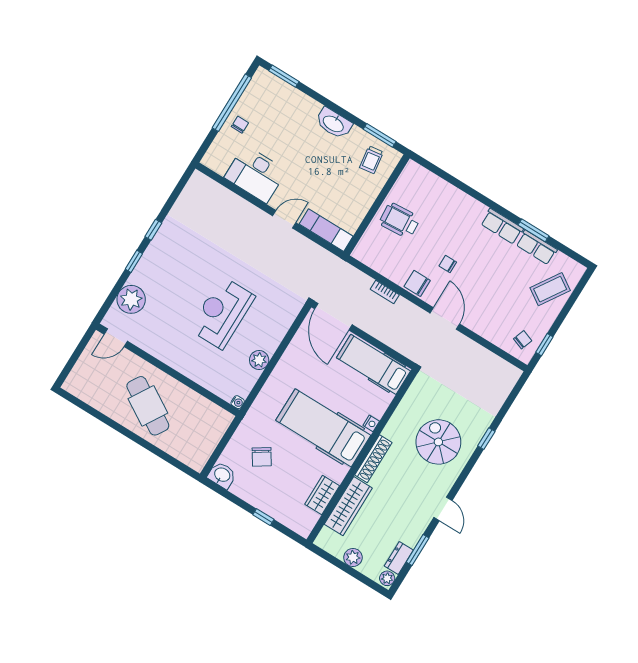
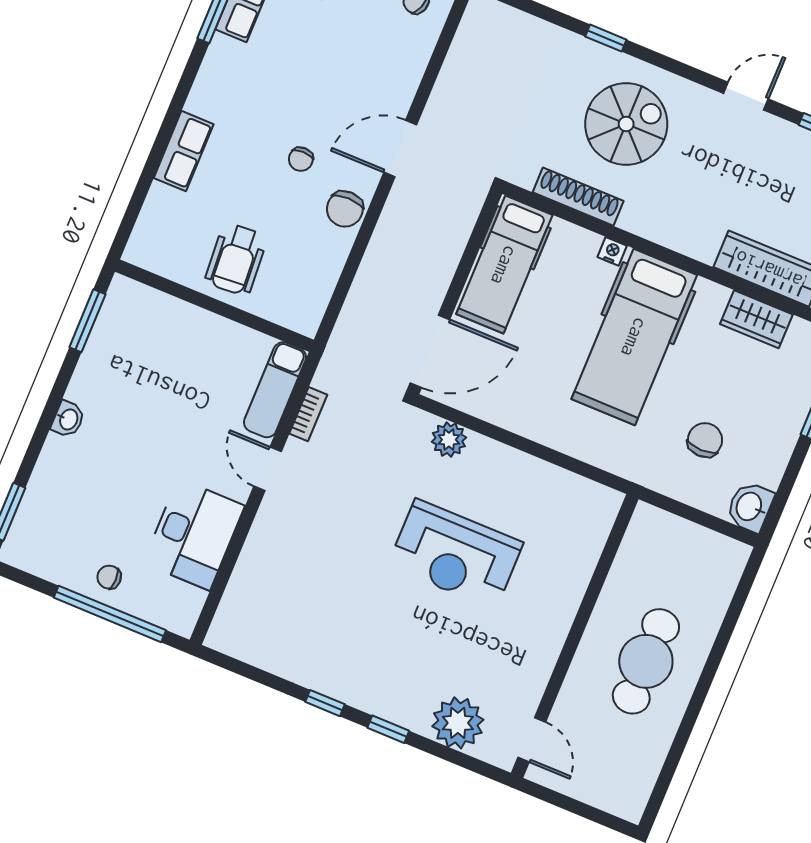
window: (232, 103) -> (110, 614), moved
washbasin: (334, 123) -> (68, 419), width x0.52, depth x0.69
trolley: (371, 160) -> (134, 328), removed
row of seats: (502, 226) -> (184, 151), moved
bookcase: (385, 292) -> (308, 414), moved
plant: (259, 360) -> (449, 440), moved
water cooler: (238, 402) -> (613, 500), removed
cafe table: (148, 406) -> (646, 661), turned -31
spiral stairs: (438, 442) -> (626, 124), turned 180
chair: (262, 457) -> (705, 440), turned -57
shoe rack: (373, 459) -> (578, 197), moved

